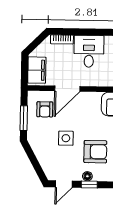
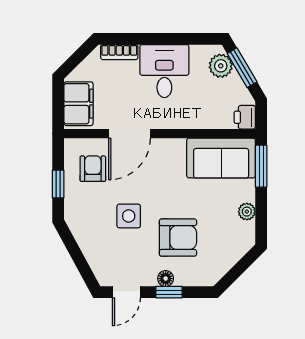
armchair: (45, 109) -> (93, 169), turned 180
window: (24, 118) -> (58, 184), width x0.67

